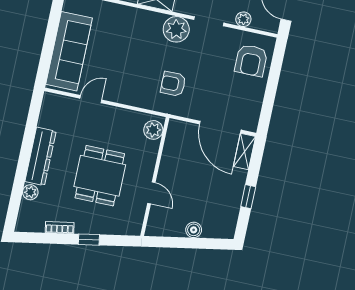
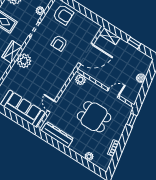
plant: (176, 29) -> (24, 61), moved
armchair: (173, 84) -> (59, 43), moved
door: (220, 127) -> (86, 54), moved
dresser: (40, 156) -> (57, 135), moved
window: (89, 240) -> (132, 120), moved

